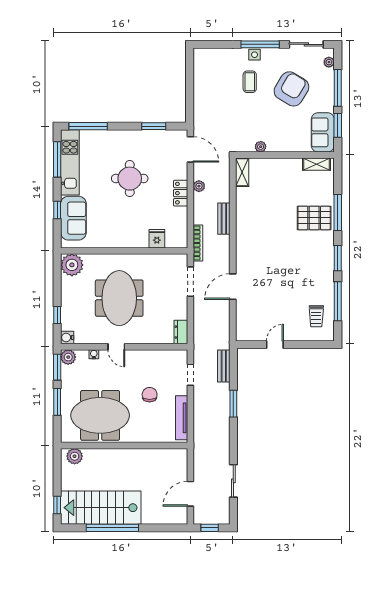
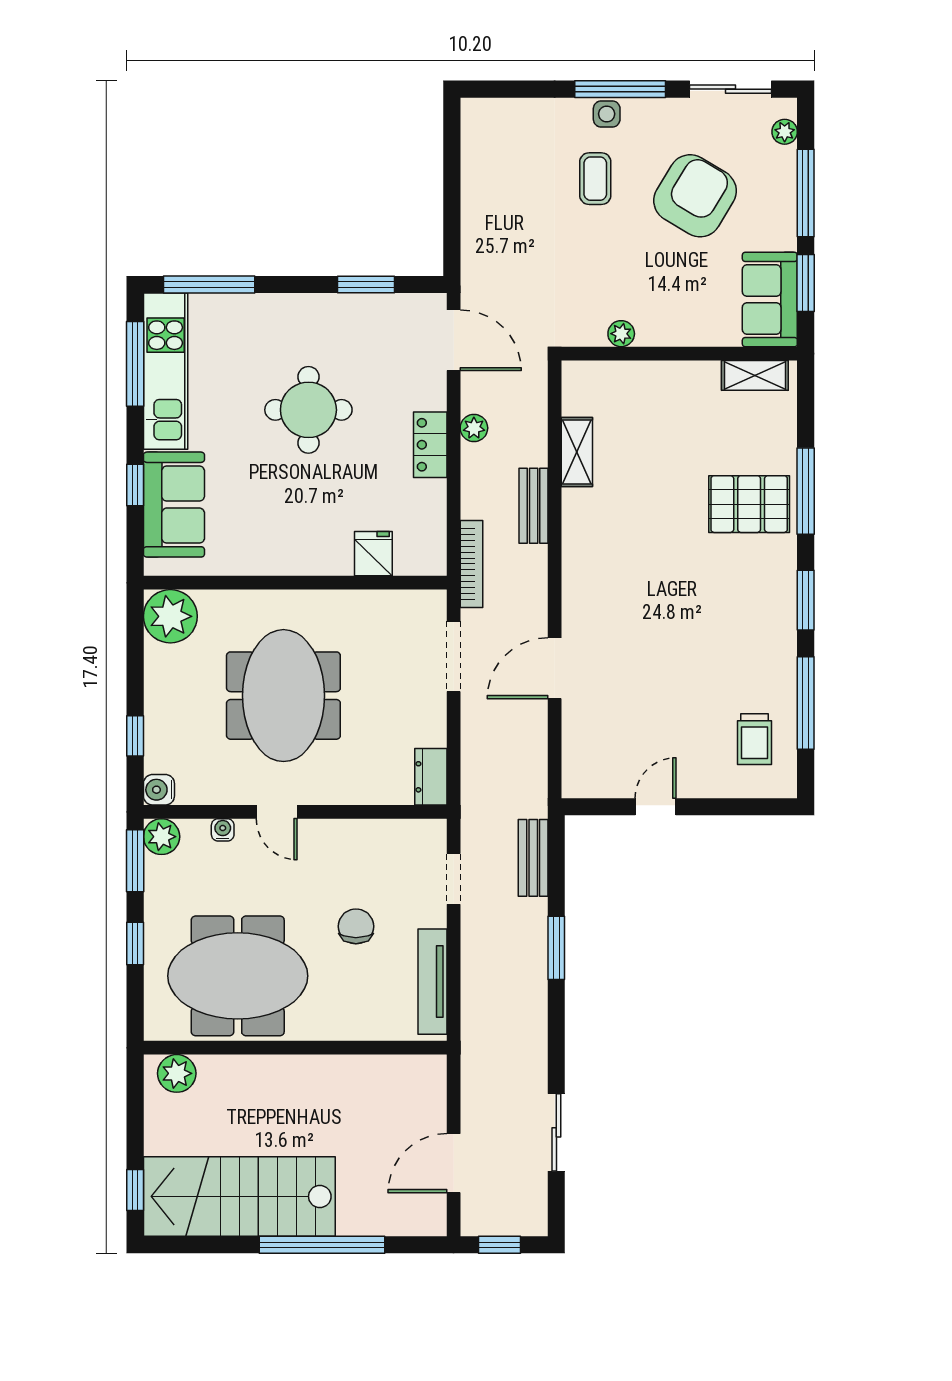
shelving: (242, 172) -> (577, 452), moved
window: (57, 402) -> (135, 944), width x0.67
window: (112, 528) -> (322, 1245), moved

